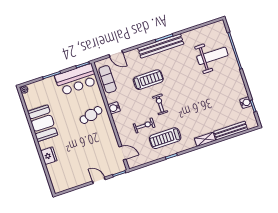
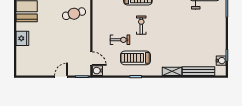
water cooler: (246, 103) -> (221, 61), moved
water cooler: (114, 108) -> (97, 71), moved
door: (99, 180) -> (61, 77), hinge flipped

